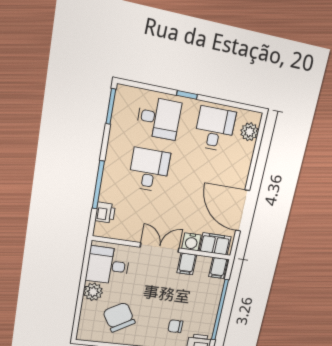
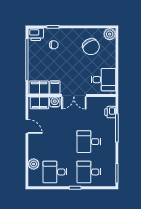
desk: (215, 129) -> (55, 172), turned 90
plant: (249, 132) -> (34, 164), moved
desk: (149, 170) -> (89, 142), turned 90
door: (243, 211) -> (27, 126), width x0.53
filing cabinet: (218, 268) -> (39, 88), width x2.00
plant: (93, 292) -> (110, 34), moved

